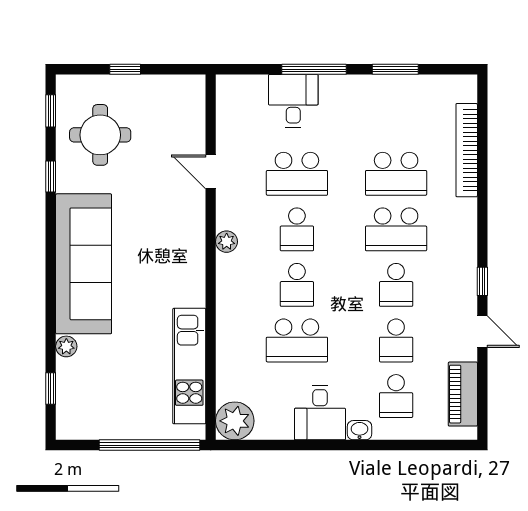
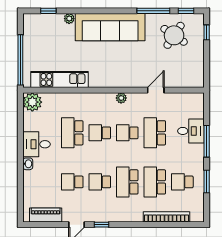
window: (125, 69) -> (207, 32), moved
round table: (100, 135) -> (174, 35), turned 34
window: (51, 176) -> (153, 11), width x2.17
school desk: (396, 396) -> (182, 182), moved

